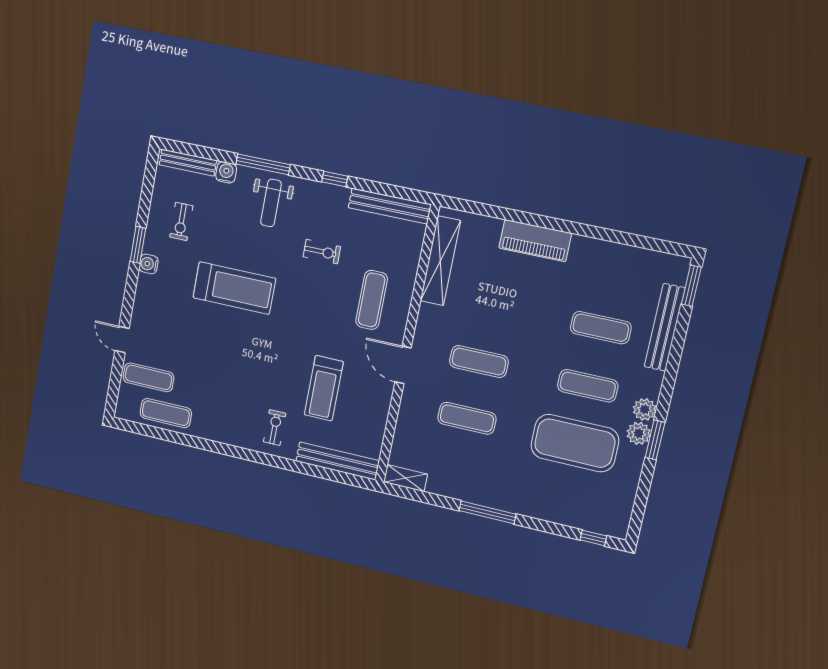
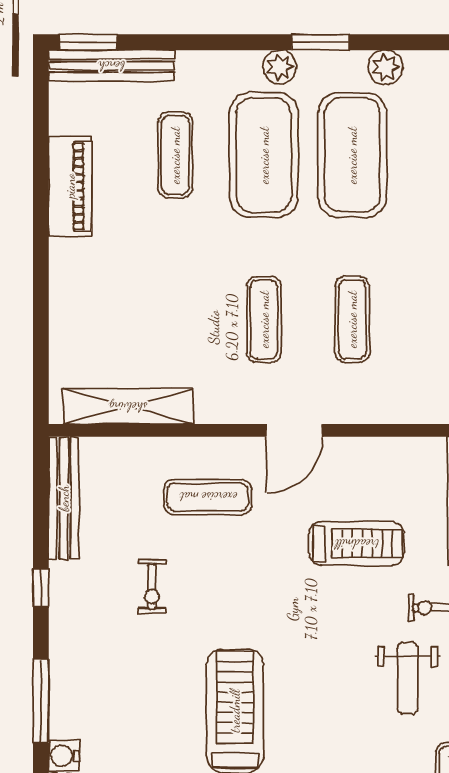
weight bench: (271, 203) -> (408, 678), moved, turned 90
piano: (535, 241) -> (70, 186), moved
exercise bike: (322, 252) -> (152, 586), turned 180
bench: (665, 327) -> (111, 66), moved
exercise mat: (588, 386) -> (264, 155), width x2.00, depth x1.45
plant: (639, 433) -> (385, 67), moved

